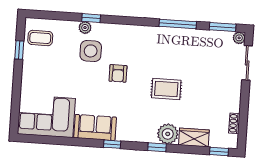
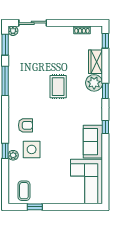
armchair: (118, 73) -> (25, 125), moved

